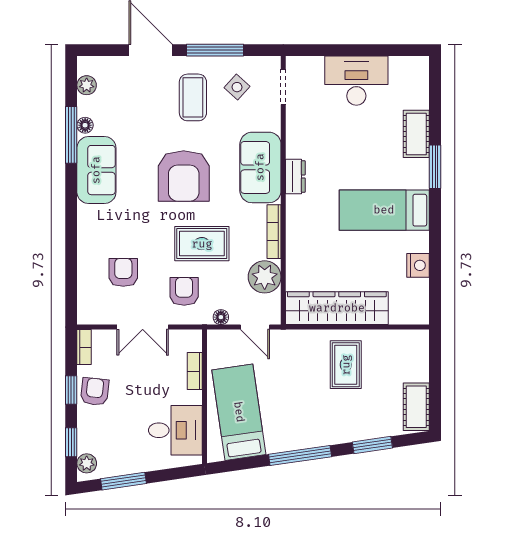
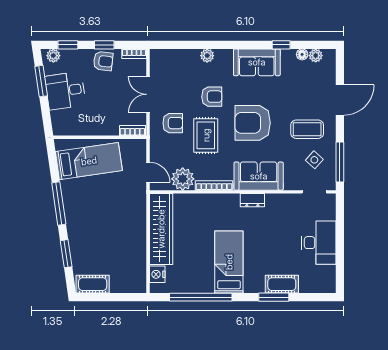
window: (215, 50) -> (340, 162), moved
floor lamp: (85, 125) -> (302, 54), moved
window: (71, 135) -> (281, 45), width x0.46
window: (435, 167) -> (274, 297), moved
plant: (87, 242) -> (207, 56), added
window: (435, 251) -> (201, 297), added
nightstand: (418, 265) -> (157, 274), moved, turned 90
armchair: (123, 272) -> (212, 97), moved
floor lamp: (221, 317) -> (155, 149), removed
door: (255, 327) -> (148, 172), swing flipped
rug: (346, 365) -> (122, 235), removed
bookcase: (195, 371) -> (132, 130), moved
desk: (175, 430) -> (65, 91), moved, turned 82

